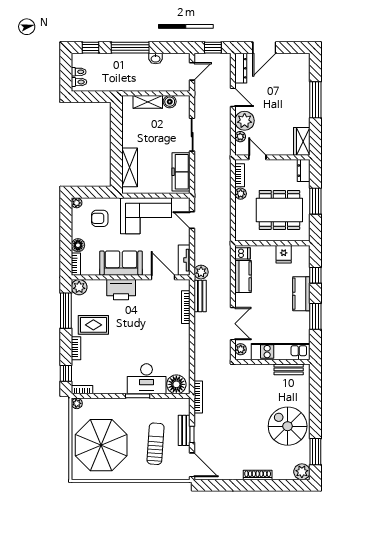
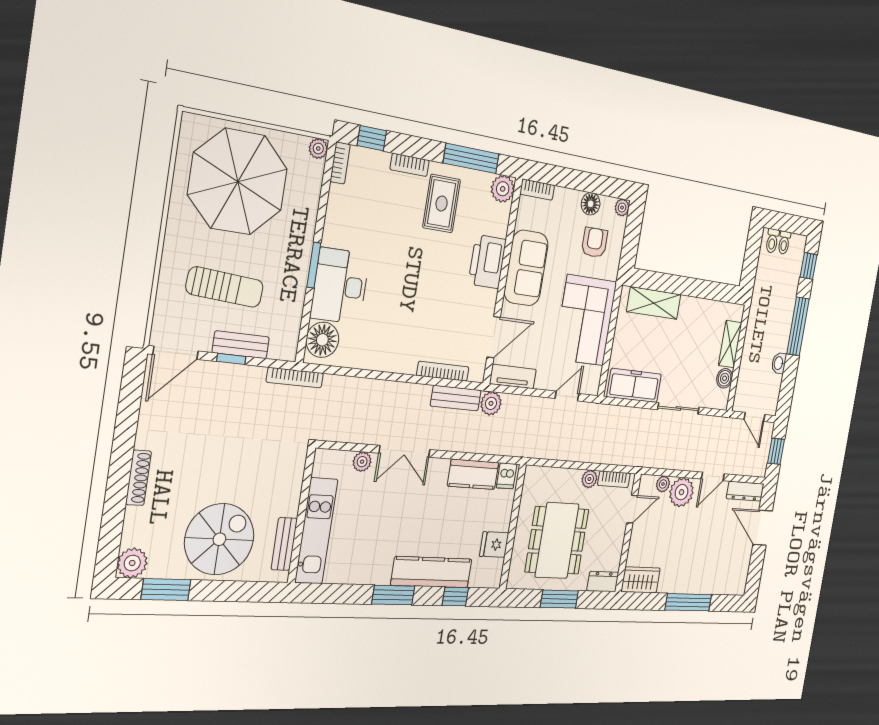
floor lamp: (78, 245) -> (591, 204), moved
kitchen counter: (301, 294) -> (432, 572), width x1.50
kitchen unit: (281, 352) -> (316, 531), moved
wall: (272, 362) -> (301, 515), moved
bench: (289, 369) -> (284, 544), moved

